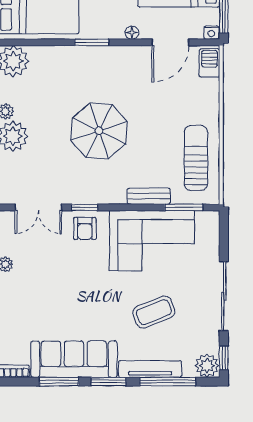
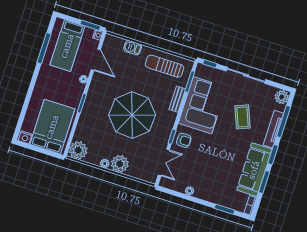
barbecue: (209, 63) -> (133, 48), moved
parasol: (99, 131) -> (132, 115), width x1.36, depth x1.36
window: (224, 358) -> (210, 64), moved

